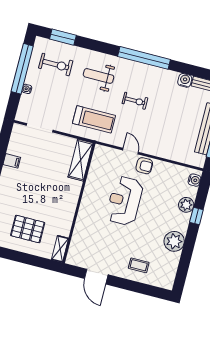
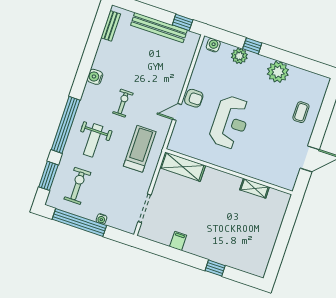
window: (144, 58) -> (66, 125), moved
water cooler: (185, 80) -> (95, 77), moved
armchair: (144, 166) -> (194, 98), turned 90
reception desk: (125, 201) -> (230, 122), turned -90
pallet: (28, 229) -> (253, 229), removed
shelving: (60, 249) -> (255, 188), moved

